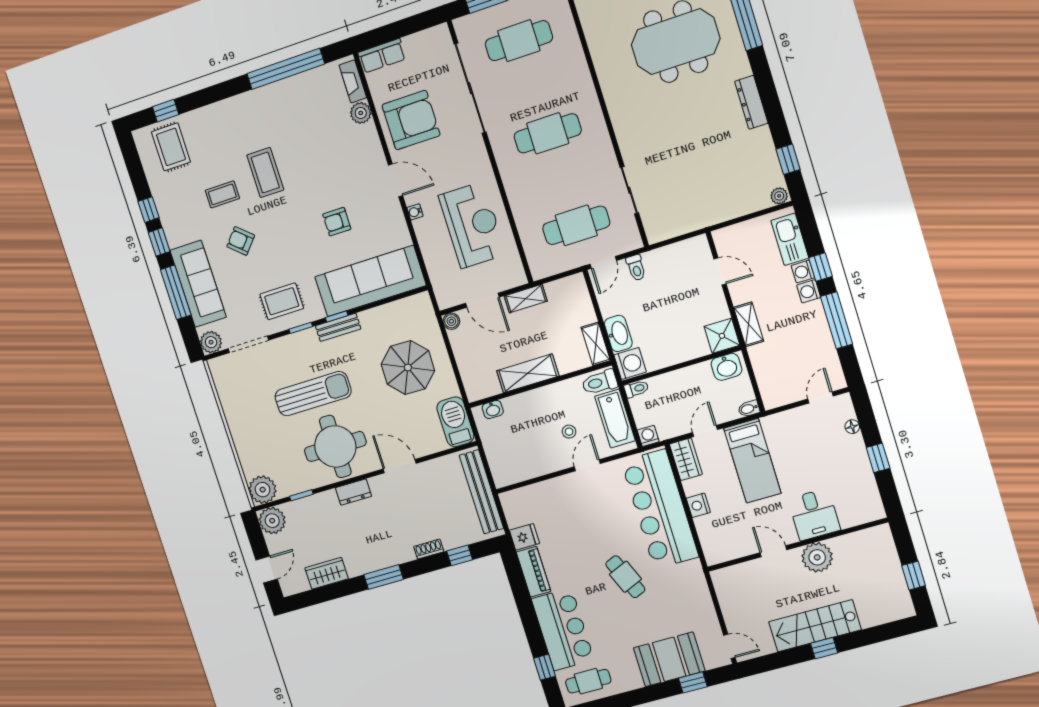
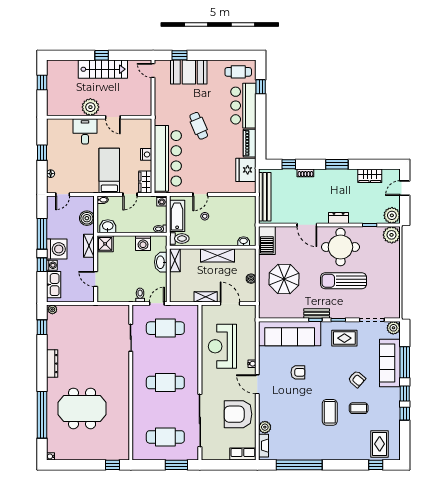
washing machine: (809, 291) -> (57, 249), width x1.89, depth x1.89
boiler: (451, 321) -> (251, 279), moved
washing machine: (630, 363) -> (143, 243), moved, turned -90
boiler: (767, 370) -> (87, 218), added
fridge: (524, 537) -> (246, 170), width x1.88, depth x1.34

